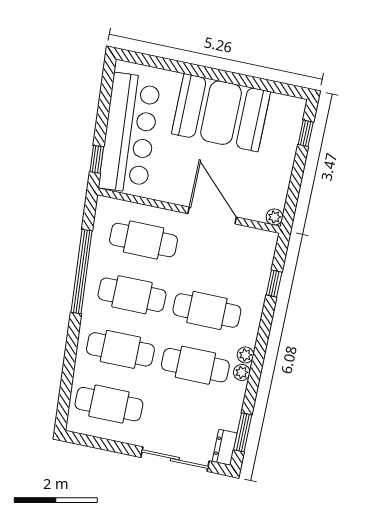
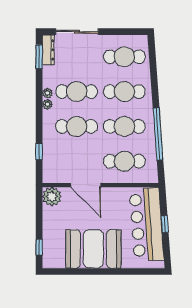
window: (97, 159) -> (165, 224), moved
plant: (274, 217) -> (52, 197), width x1.88, depth x1.88
dresser: (225, 447) -> (48, 50), width x1.44

